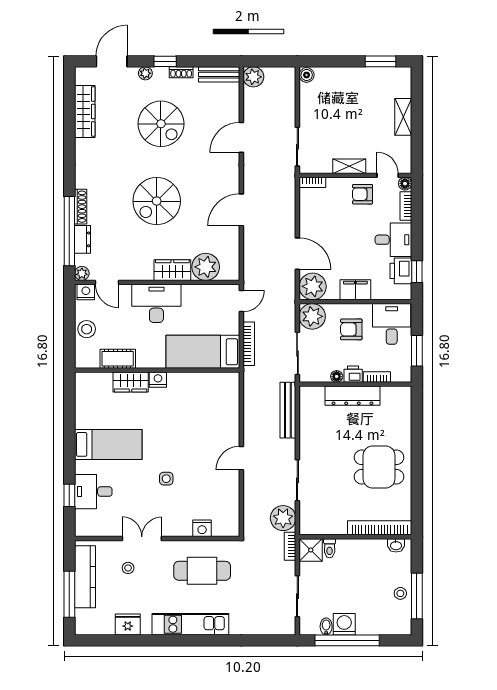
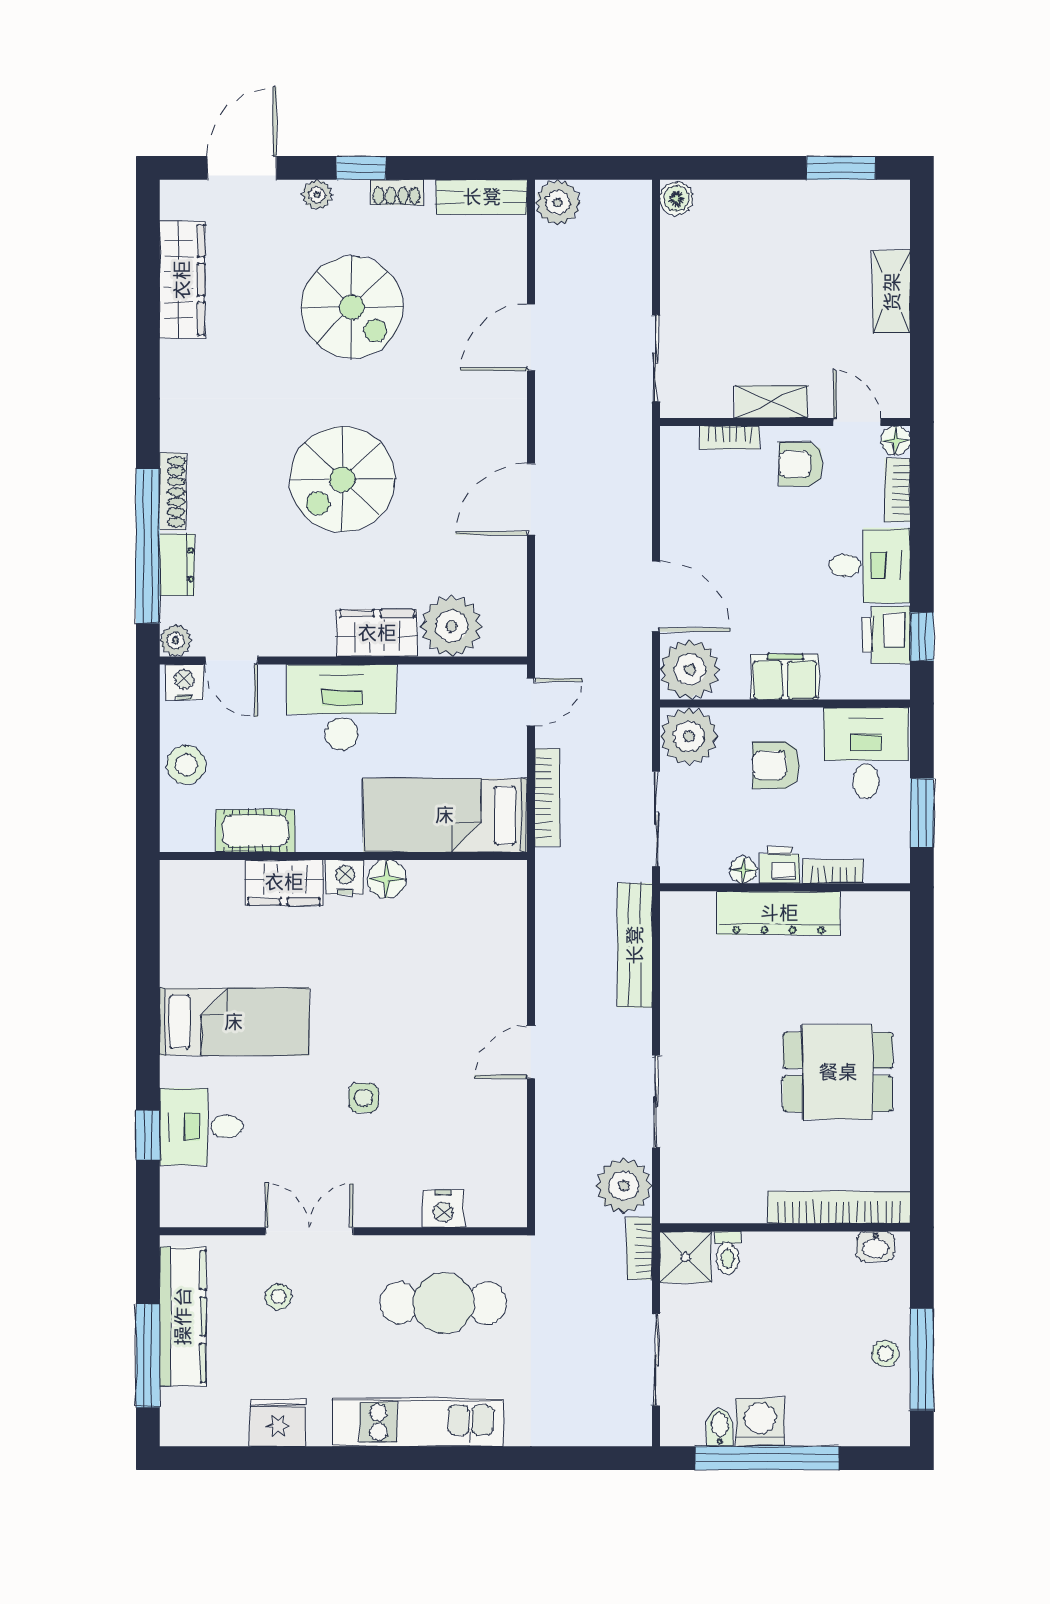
bookcase: (312, 182) -> (730, 438), moved
floor lamp: (177, 381) -> (387, 879), added

